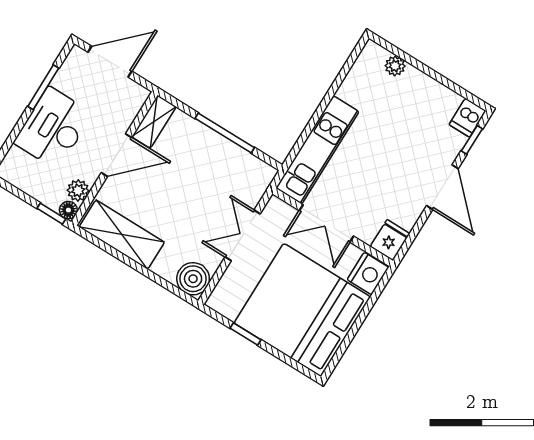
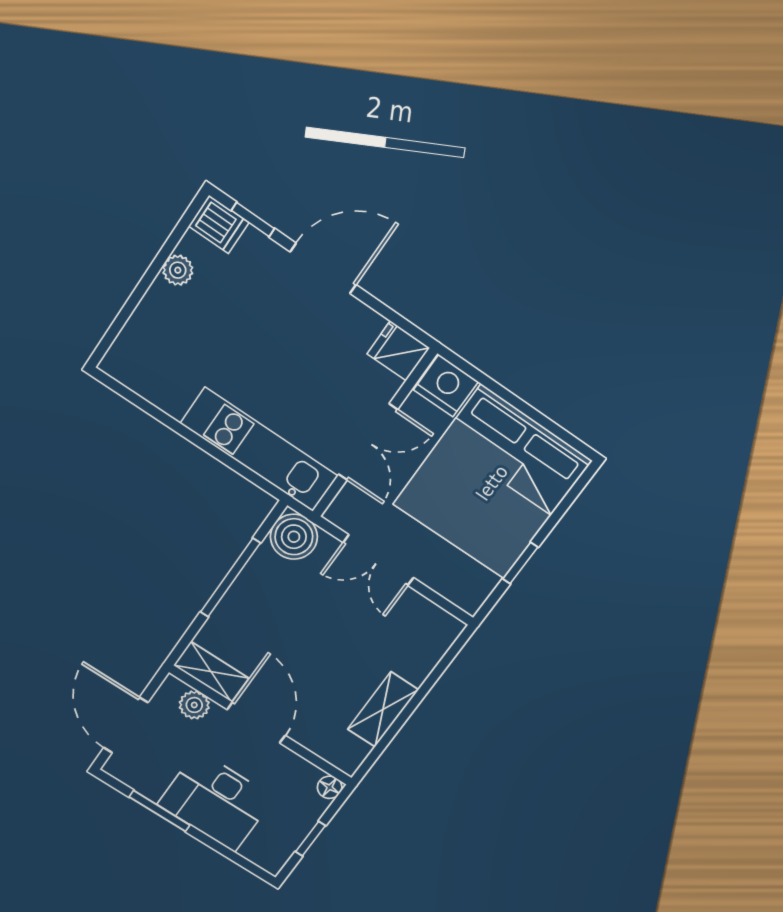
plant: (395, 66) -> (178, 270), moved
plant: (78, 191) -> (194, 705), moved
window: (51, 214) -> (310, 839), moved
shelving: (122, 235) -> (383, 709), width x0.67, depth x0.75
boiler: (193, 279) -> (294, 537), moved

